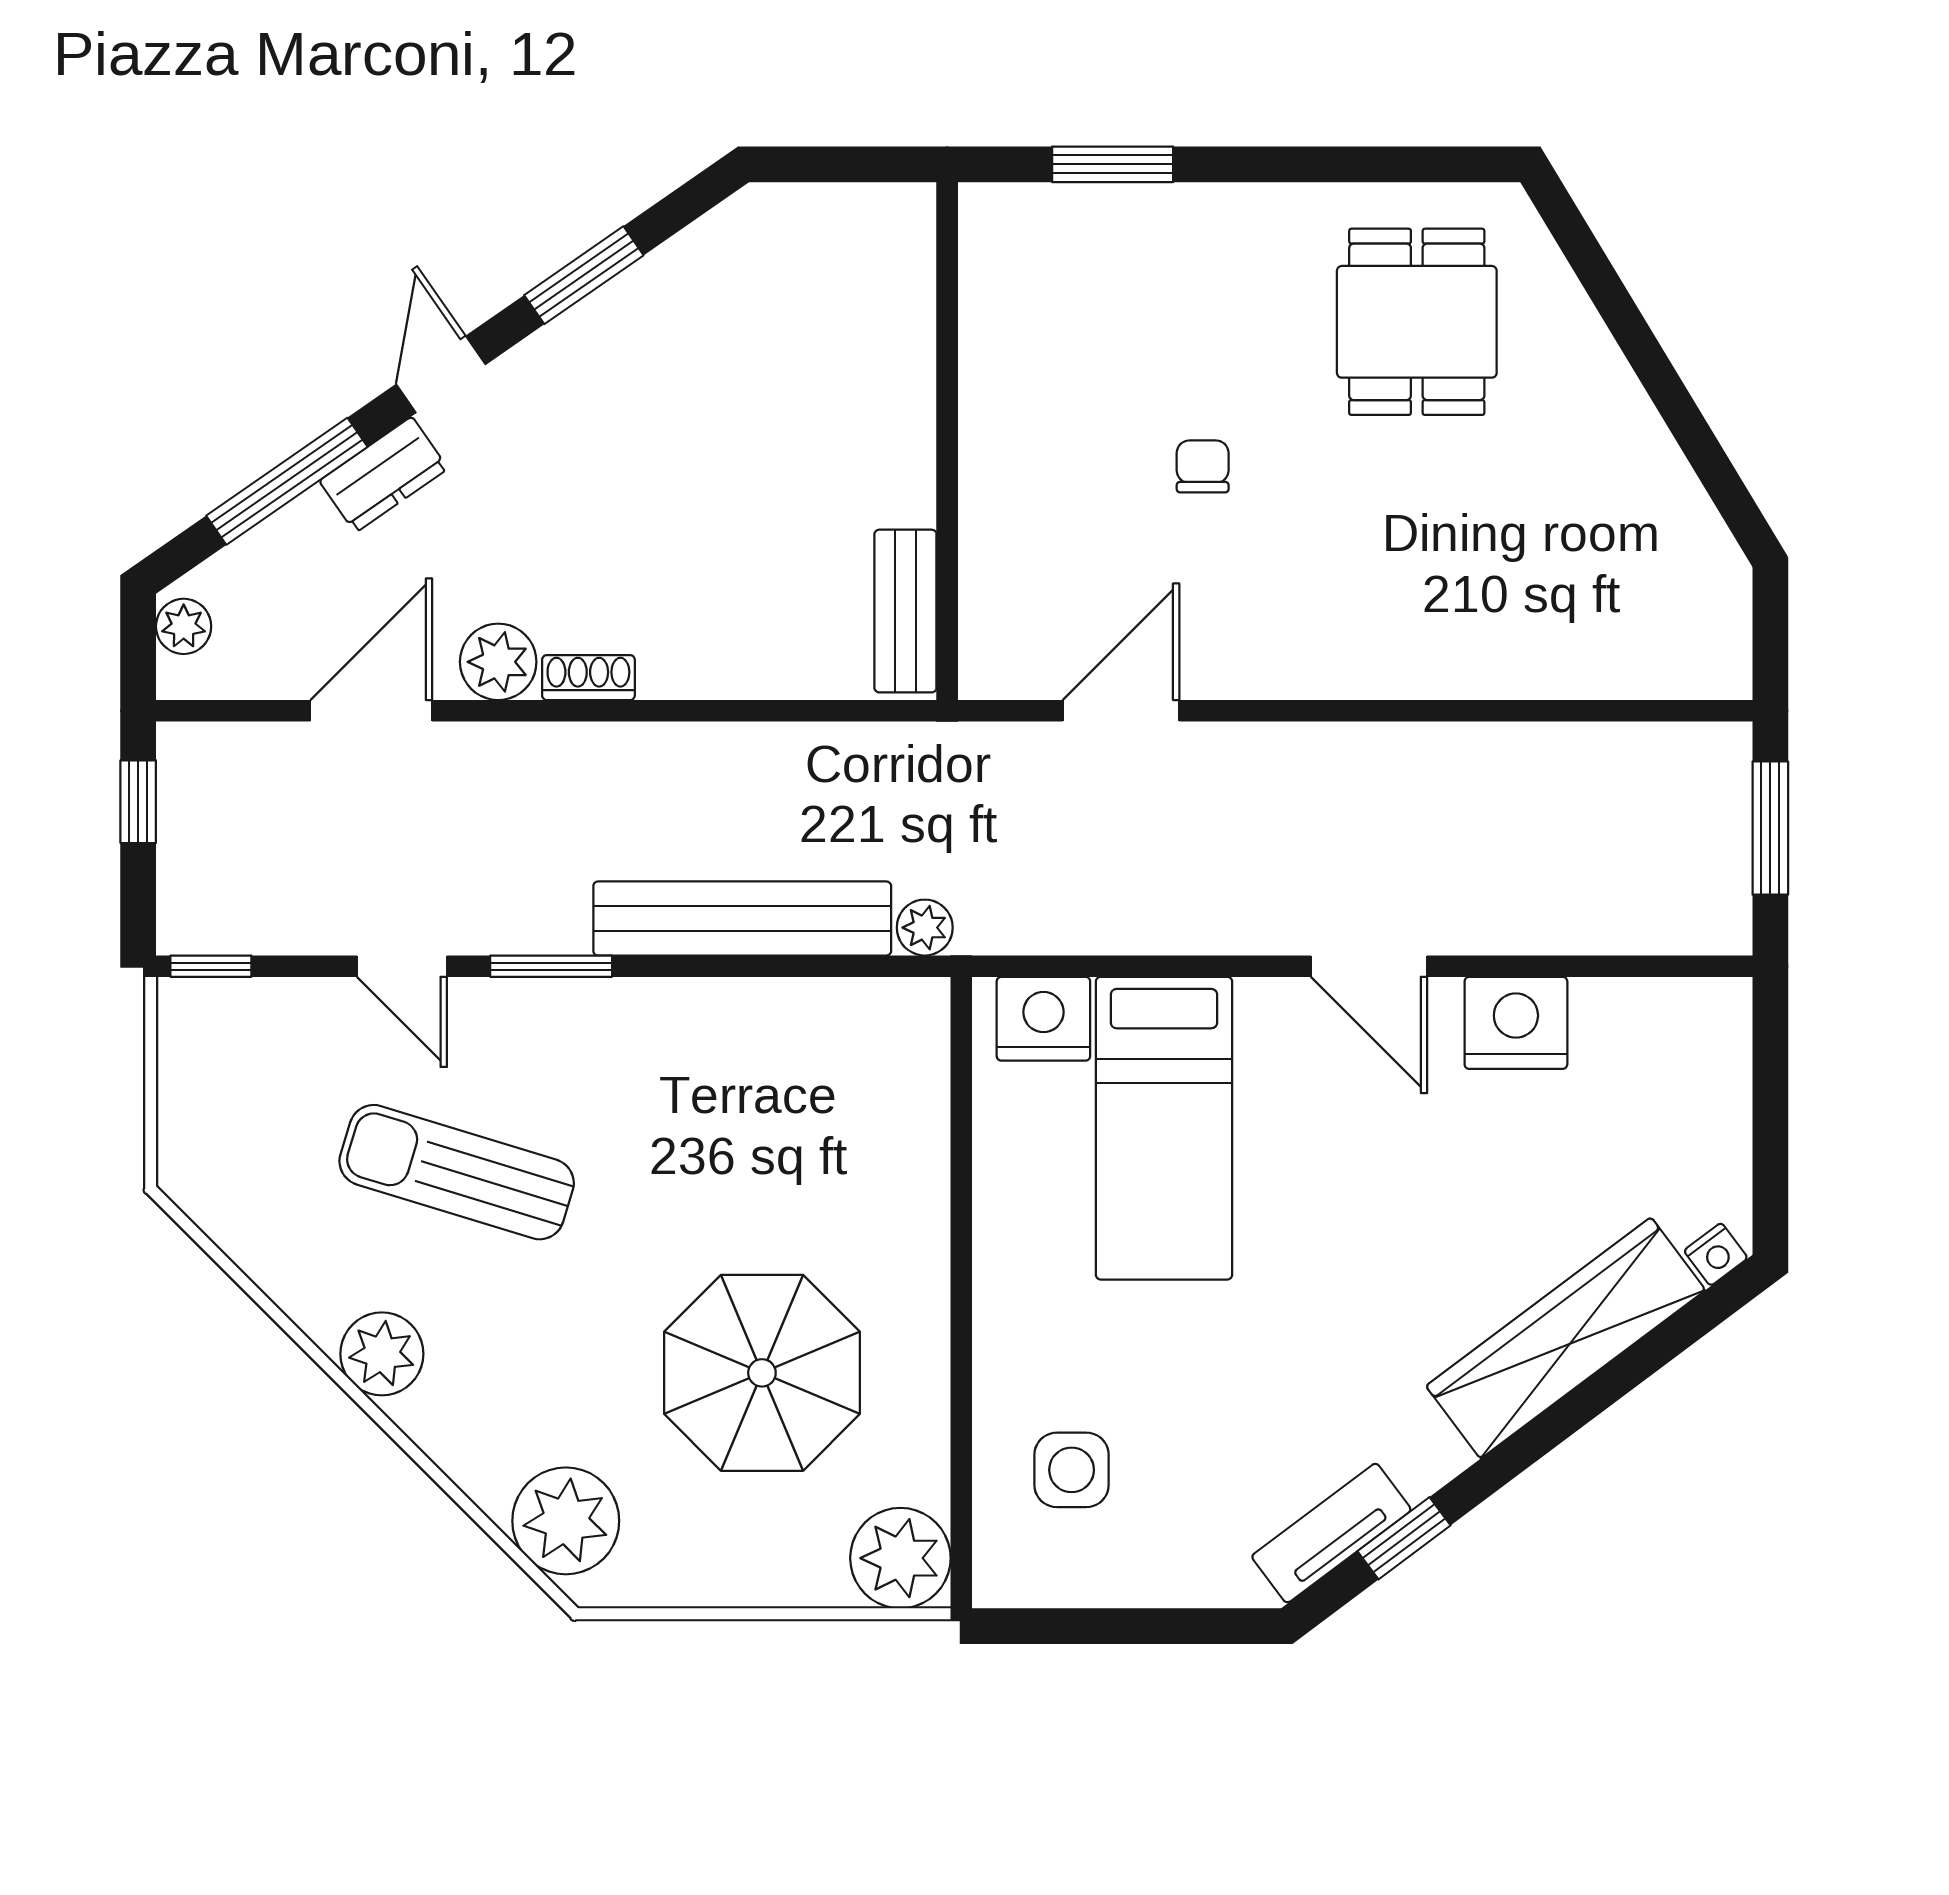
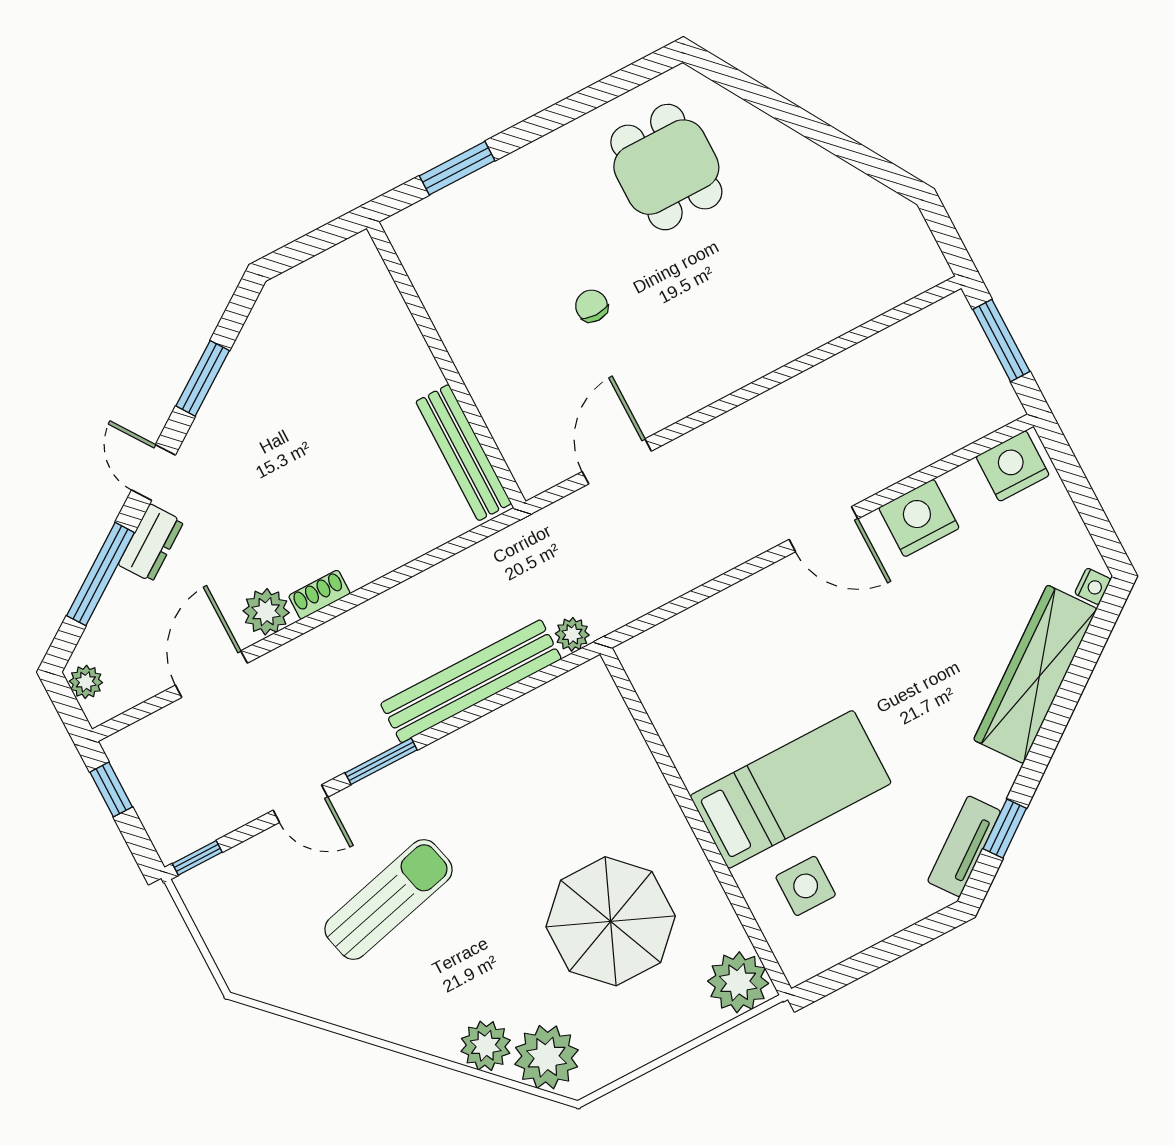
bench: (905, 611) -> (464, 453), width x1.36
nightstand: (1043, 1019) -> (1013, 466), moved
bed: (1164, 1128) -> (791, 789), moved, turned -90
sun lounger: (457, 1172) -> (389, 899), turned 149
plant: (382, 1354) -> (486, 1046), moved

